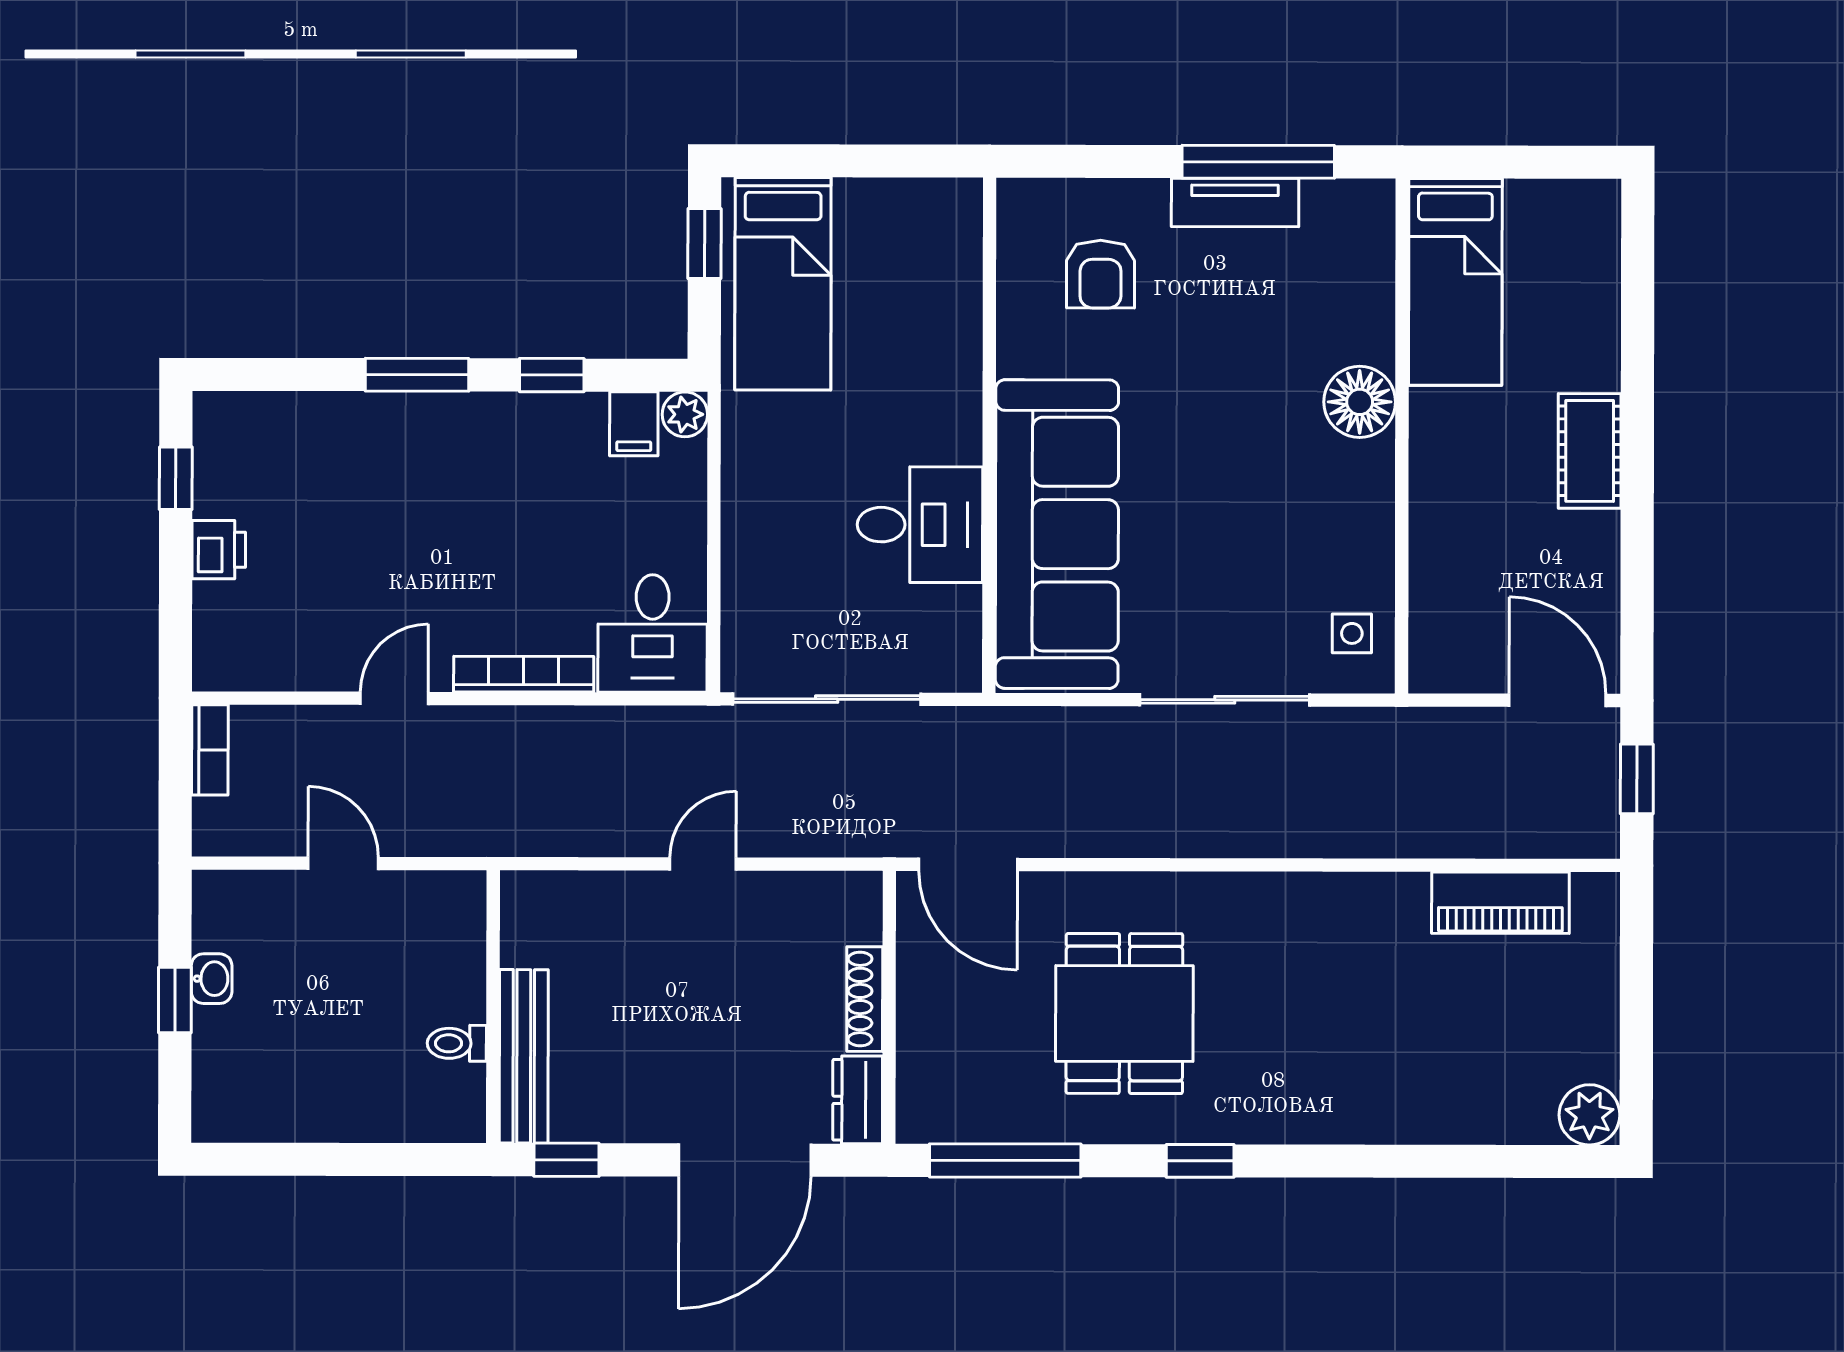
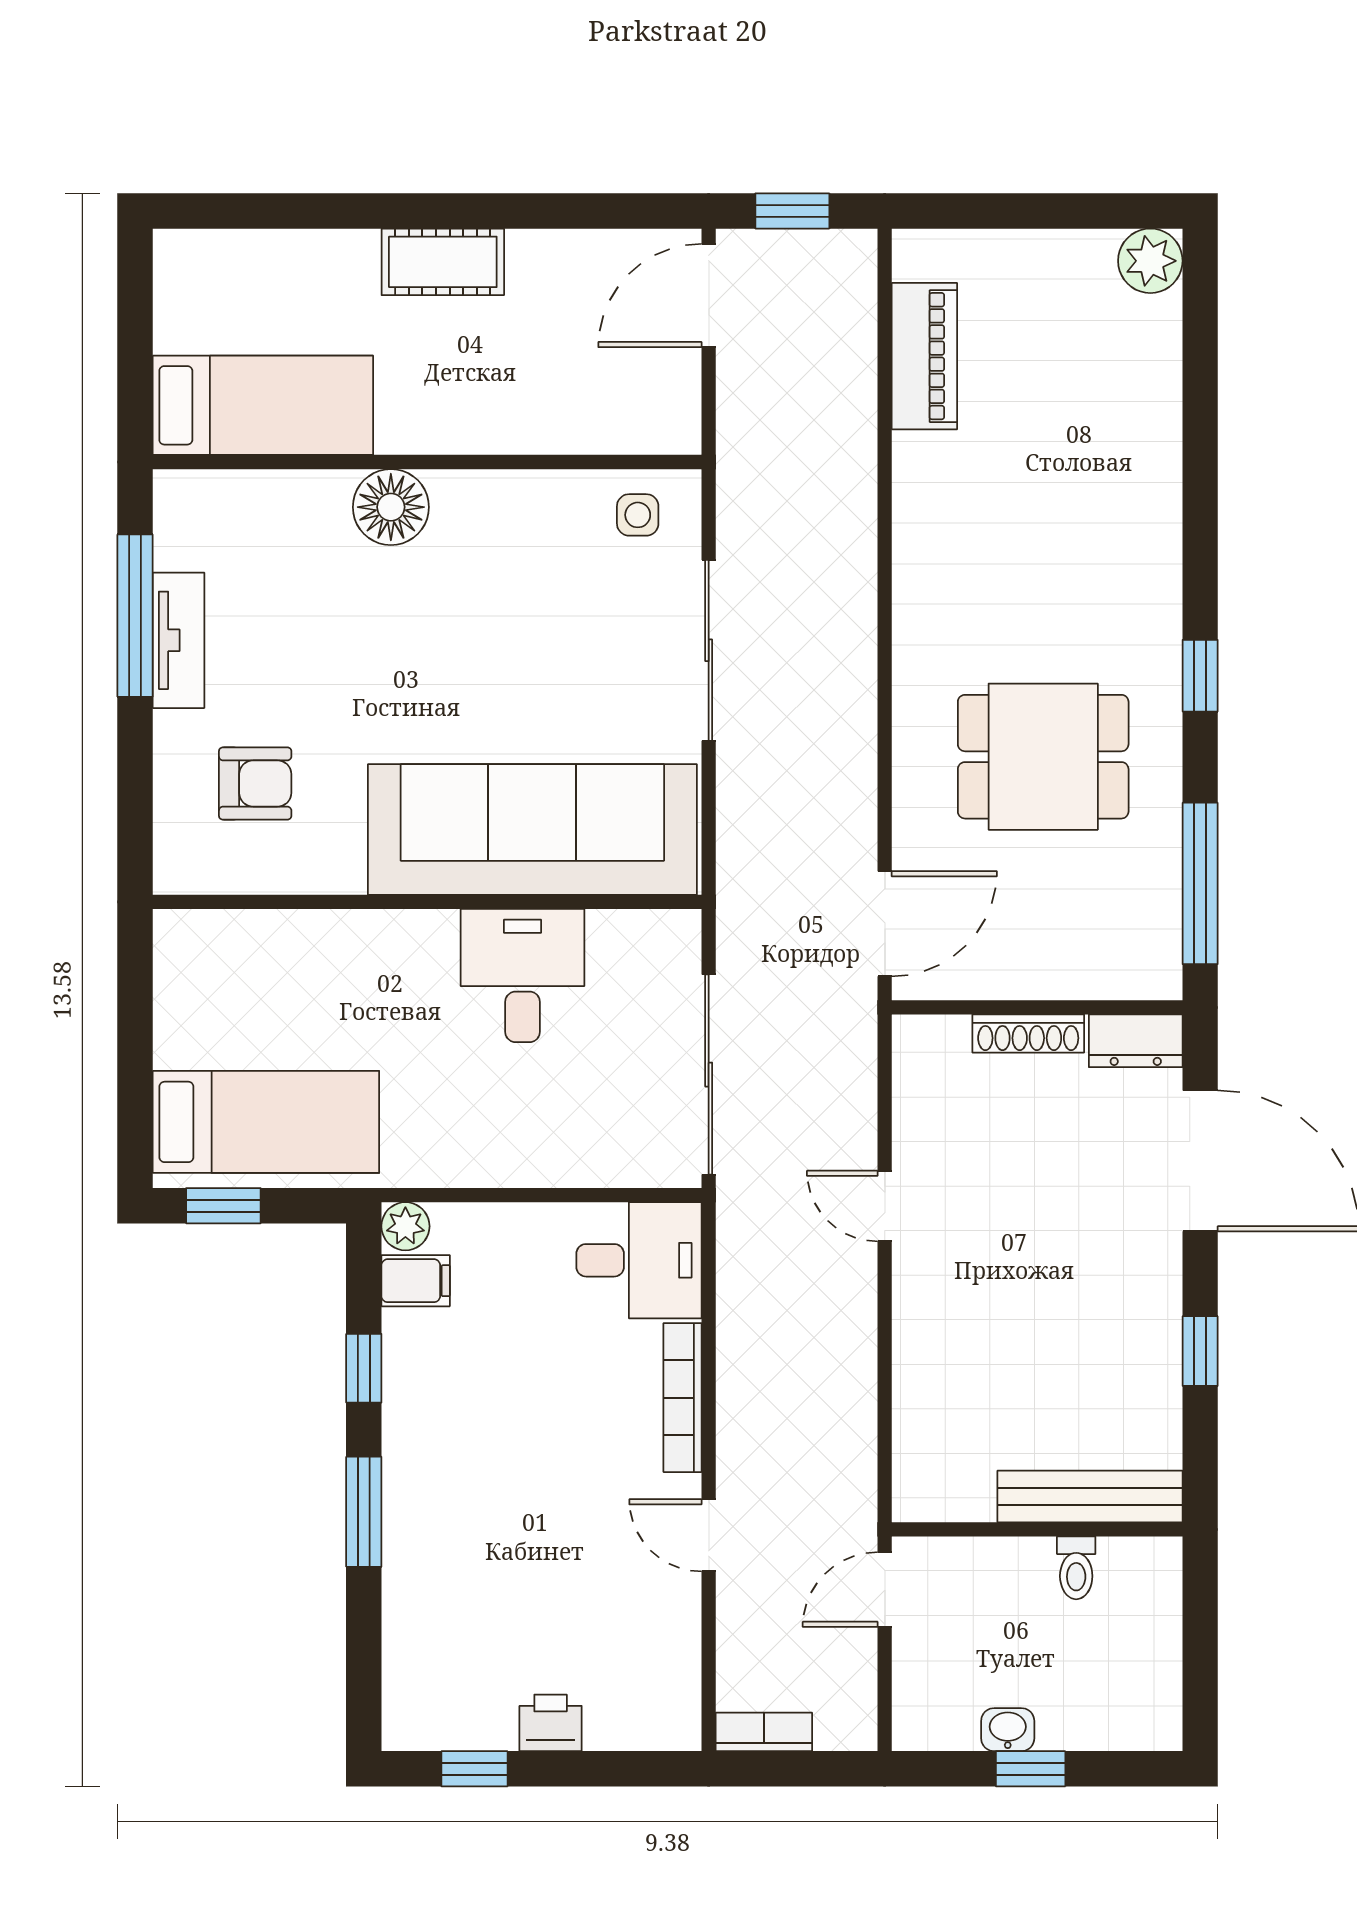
wall: (493, 1007) -> (1037, 1529), moved
toilet: (457, 1043) -> (1076, 1568), moved
bench: (524, 1056) -> (1090, 1496), moved

